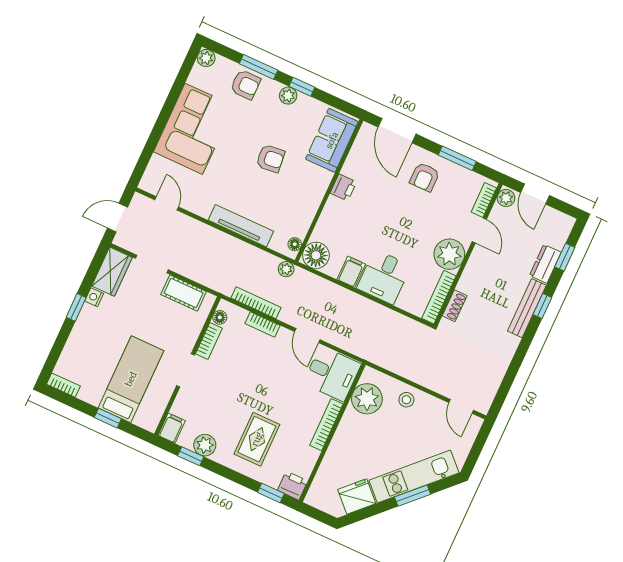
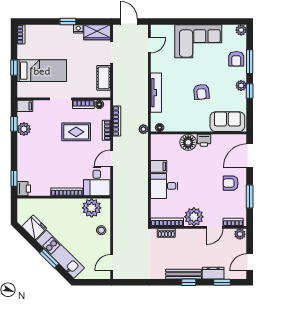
door: (535, 194) -> (250, 262), moved
floor lamp: (316, 255) -> (188, 142), moved
rug: (257, 439) -> (76, 132), moved

